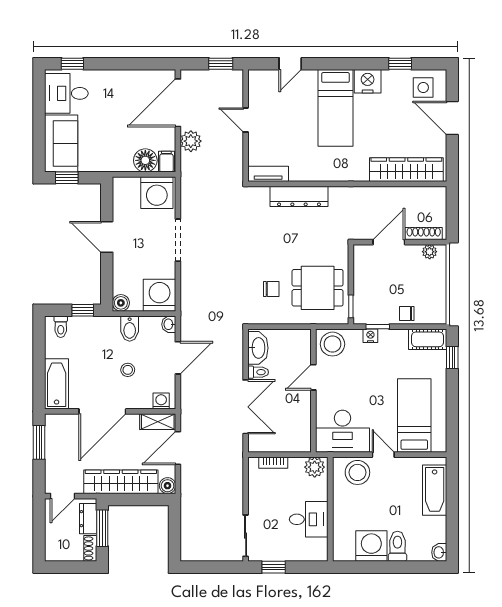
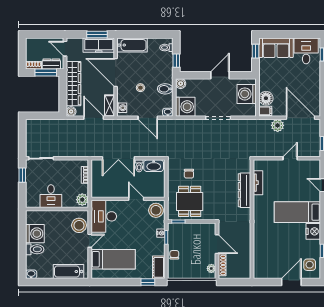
wardrobe: (406, 170) -> (260, 255), removed
tv unit: (268, 174) -> (258, 183), moved
washing machine: (157, 193) -> (247, 94), moved
freezer: (57, 440) -> (99, 45), added

